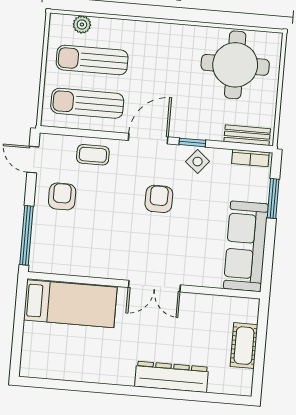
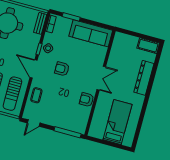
armchair: (62, 196) -> (87, 100), moved
bed: (70, 304) -> (118, 122), moved
cot: (244, 346) -> (148, 46), moved

